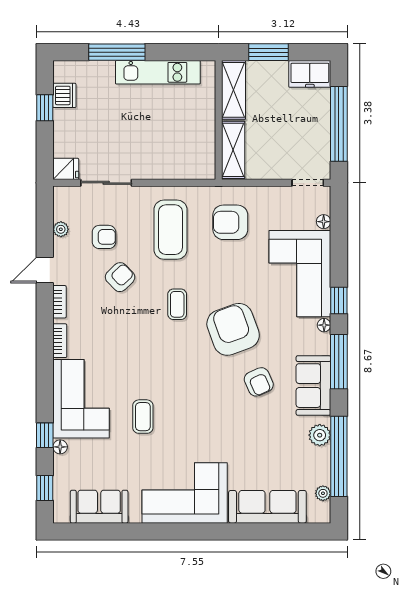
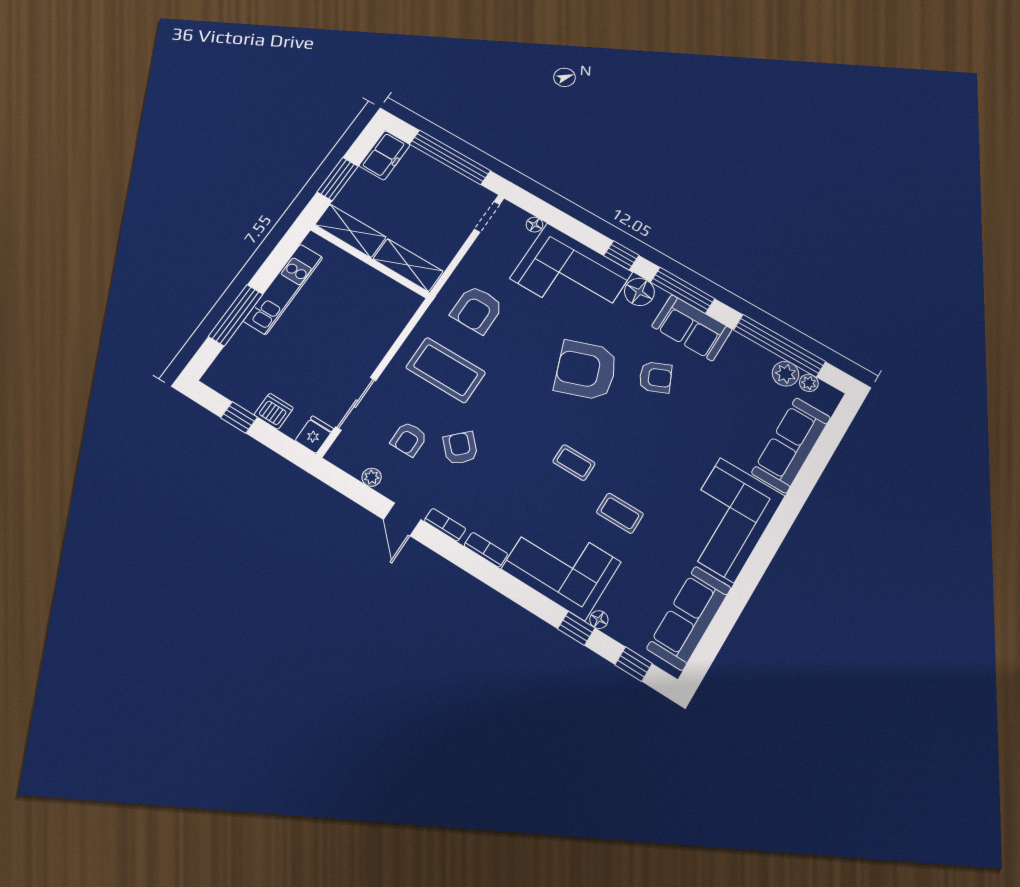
dishwasher: (64, 95) -> (274, 411), moved
armchair: (104, 237) -> (409, 439), turned 180
coffee table: (177, 304) -> (574, 463), moved
floor lamp: (324, 325) -> (639, 292), width x1.89, depth x1.89
plant: (320, 435) -> (786, 374), moved
sofa: (99, 507) -> (689, 618), width x1.36

